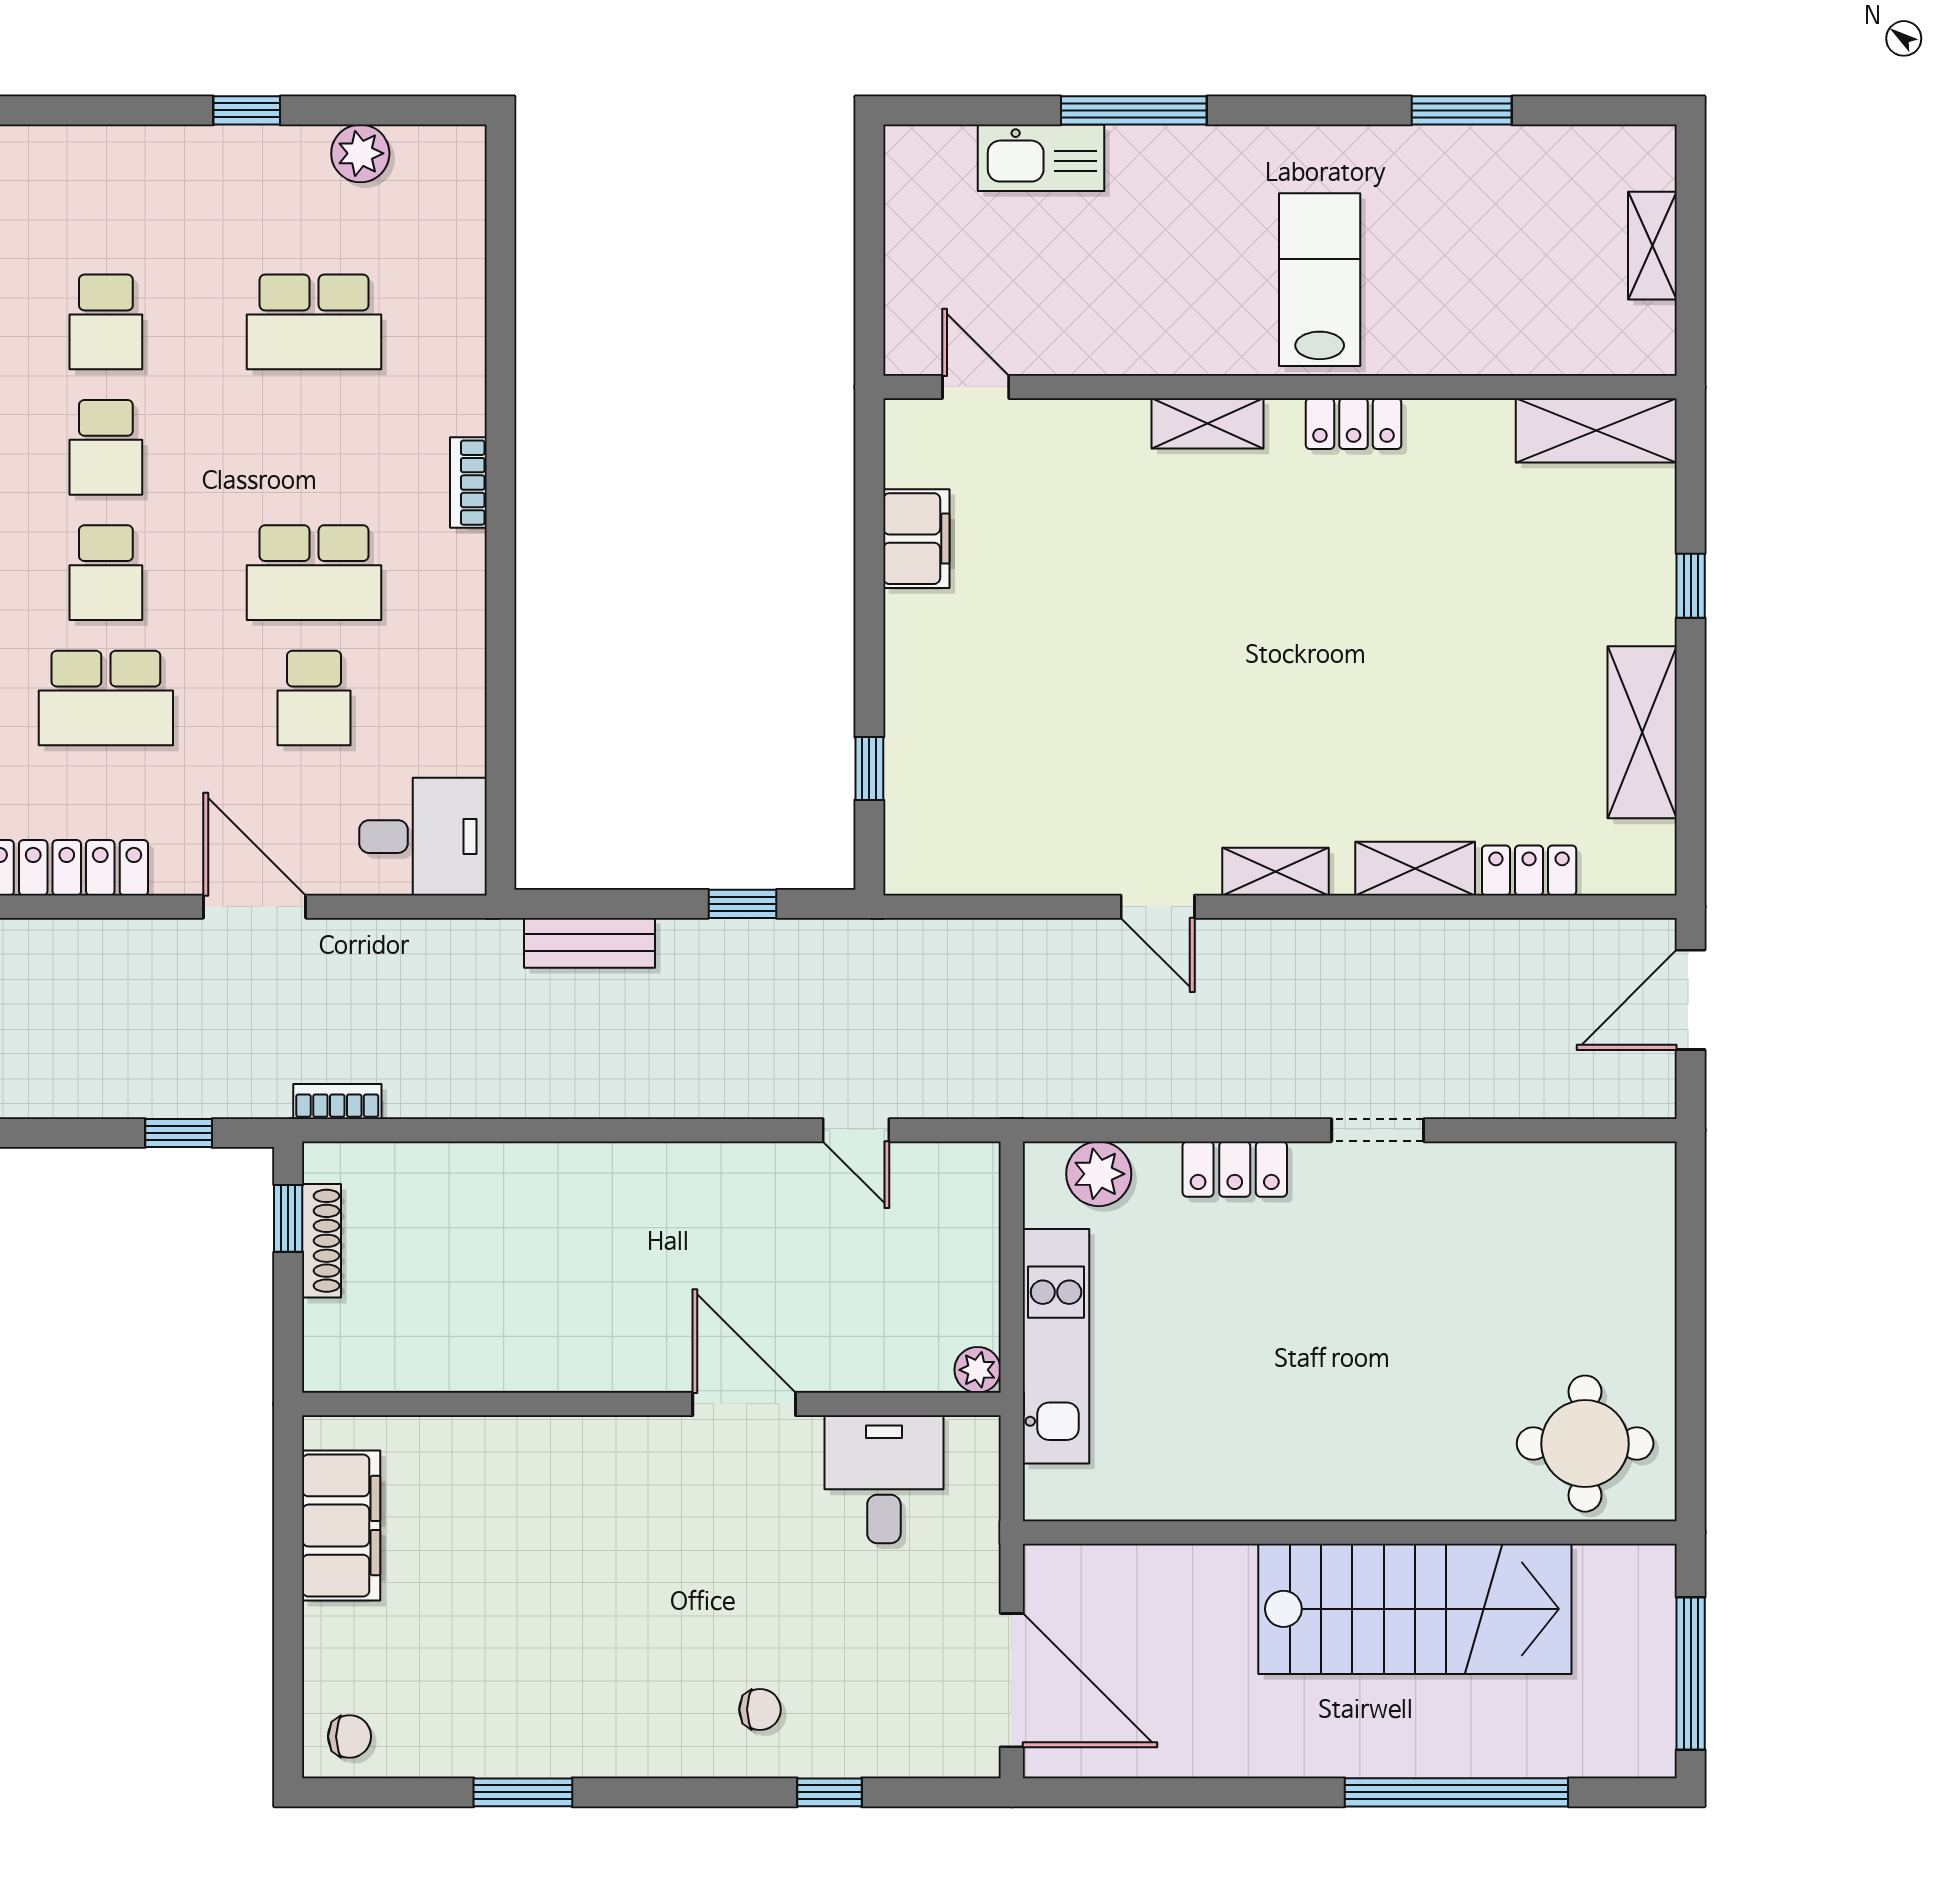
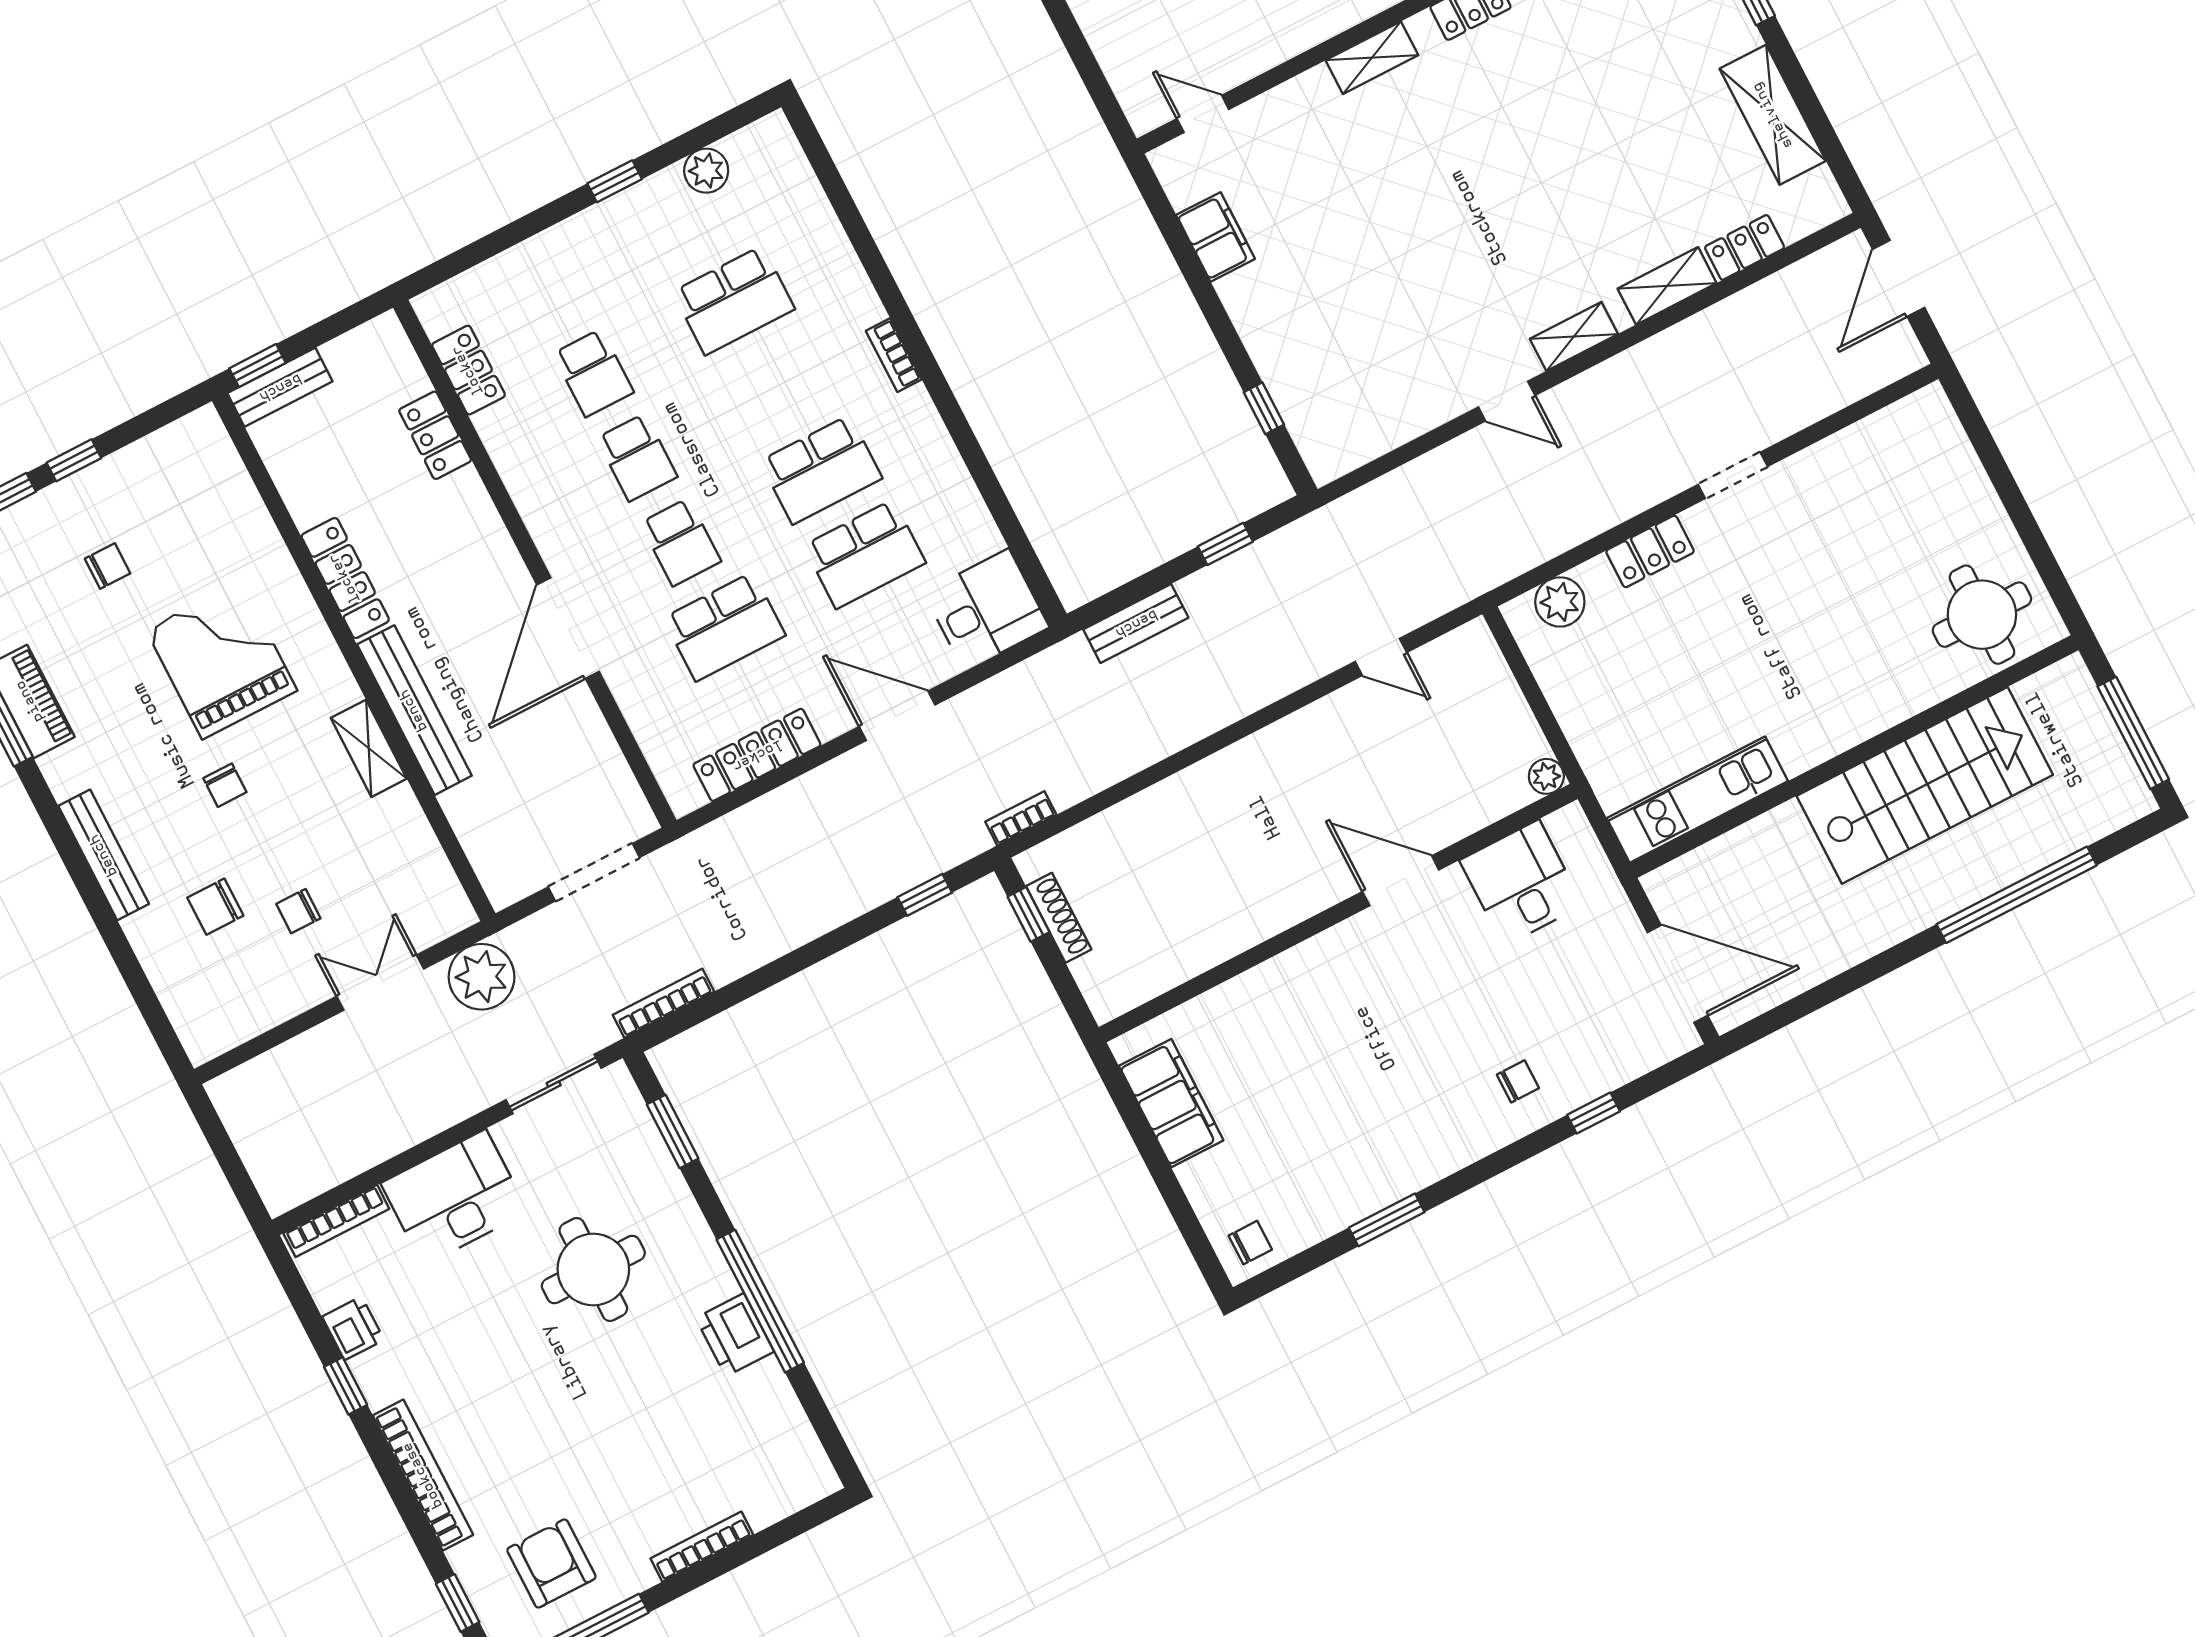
school desk: (314, 698) -> (865, 554), width x1.85
kitchen unit: (1056, 1346) -> (1697, 800), moved, turned -90

